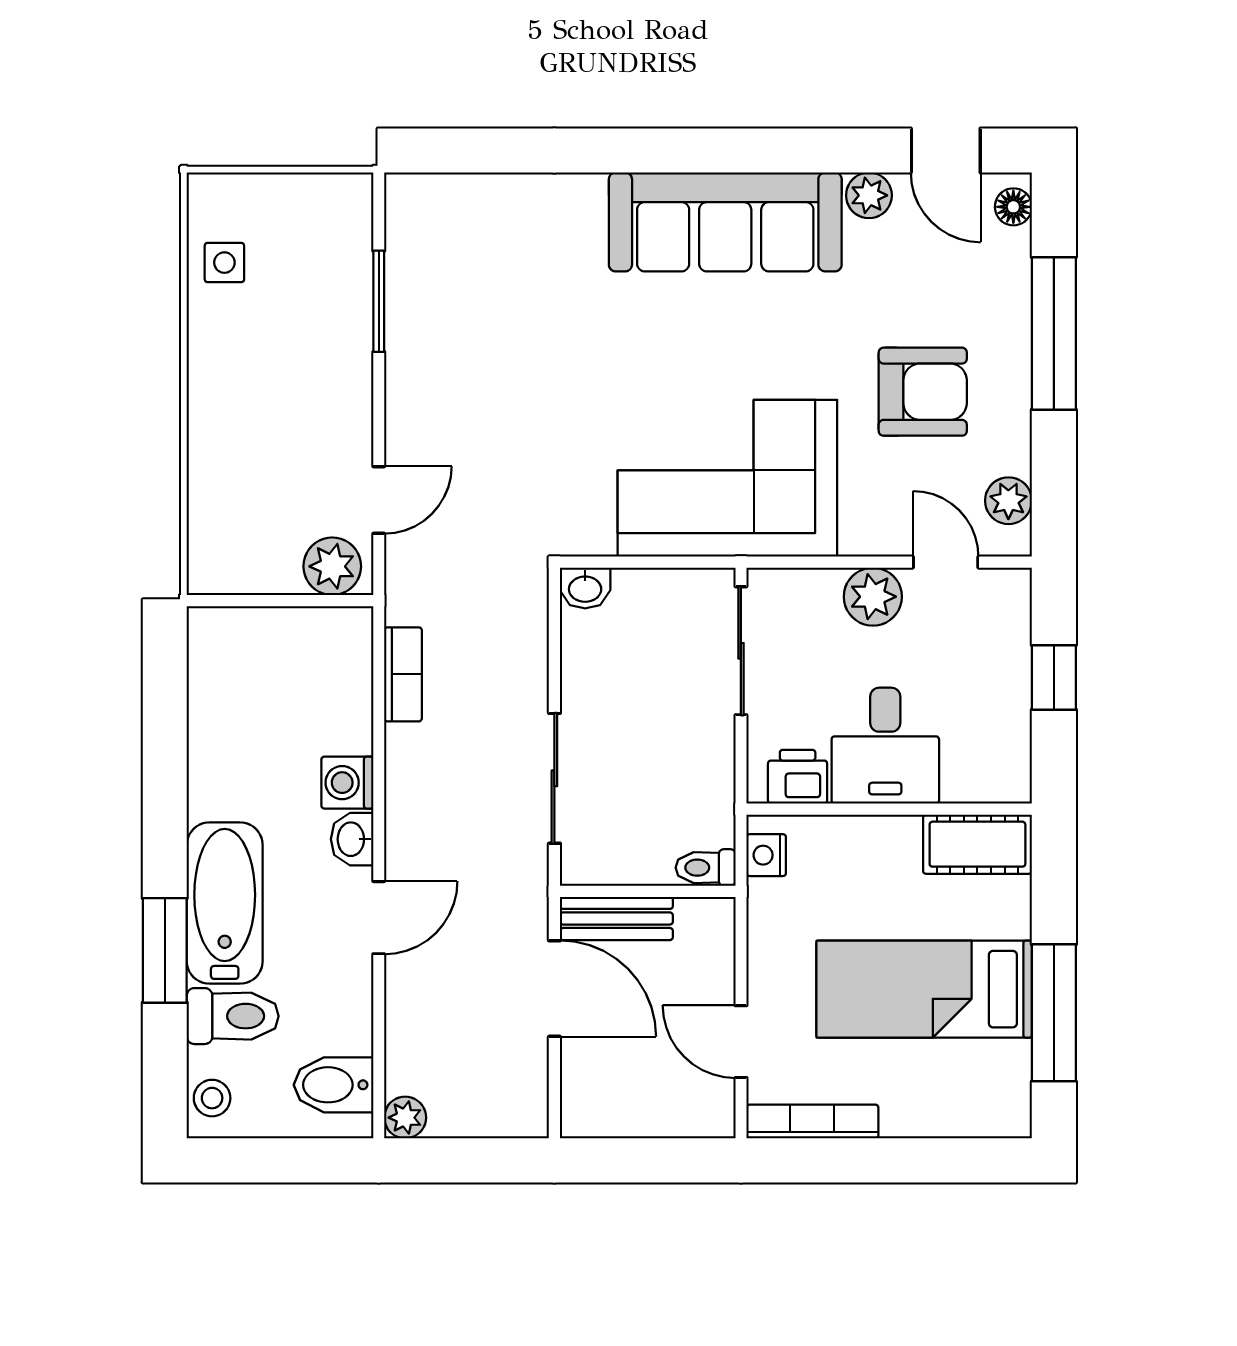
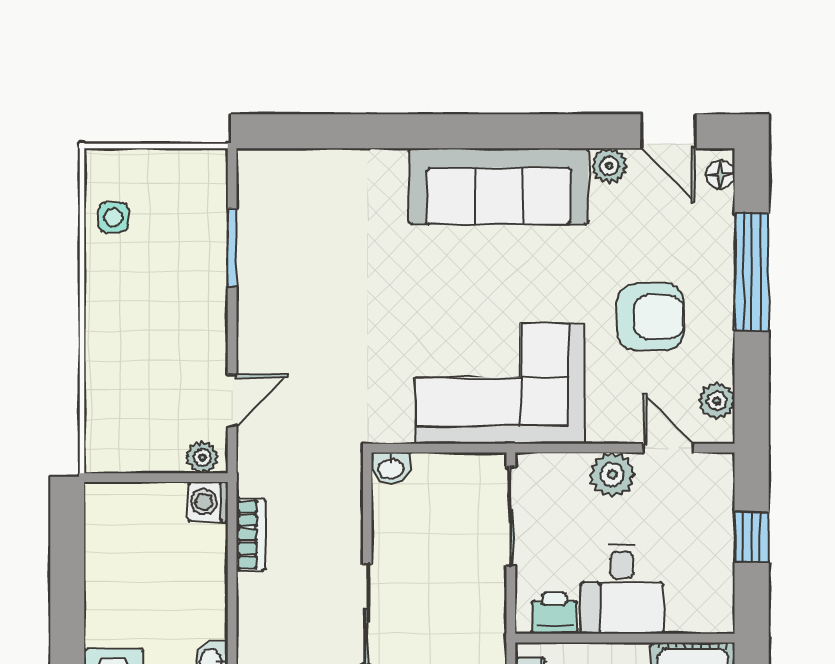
plant: (332, 566) -> (202, 457), width x0.73, depth x0.73
washing machine: (347, 783) -> (208, 502), moved

